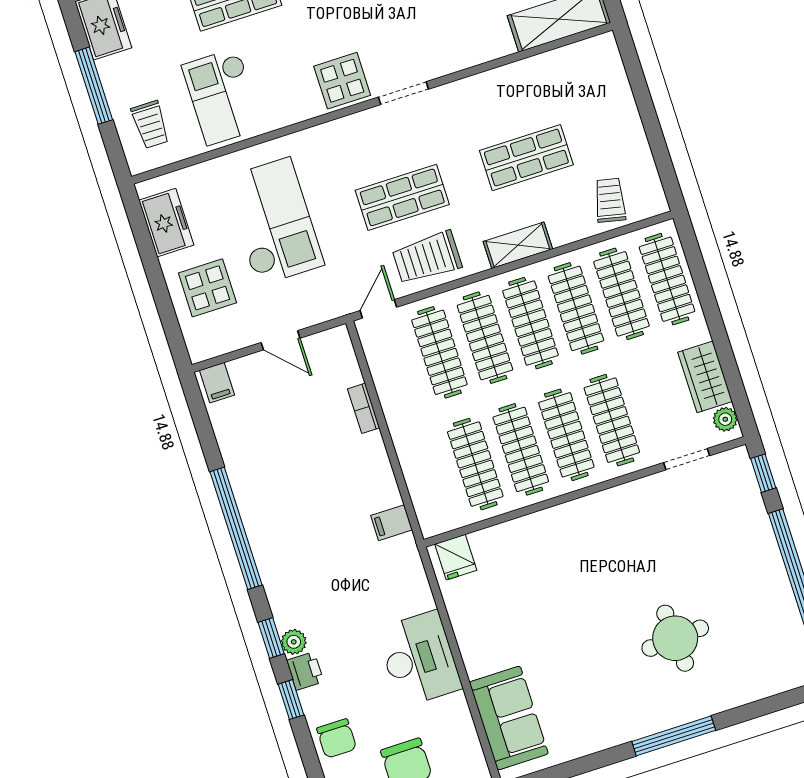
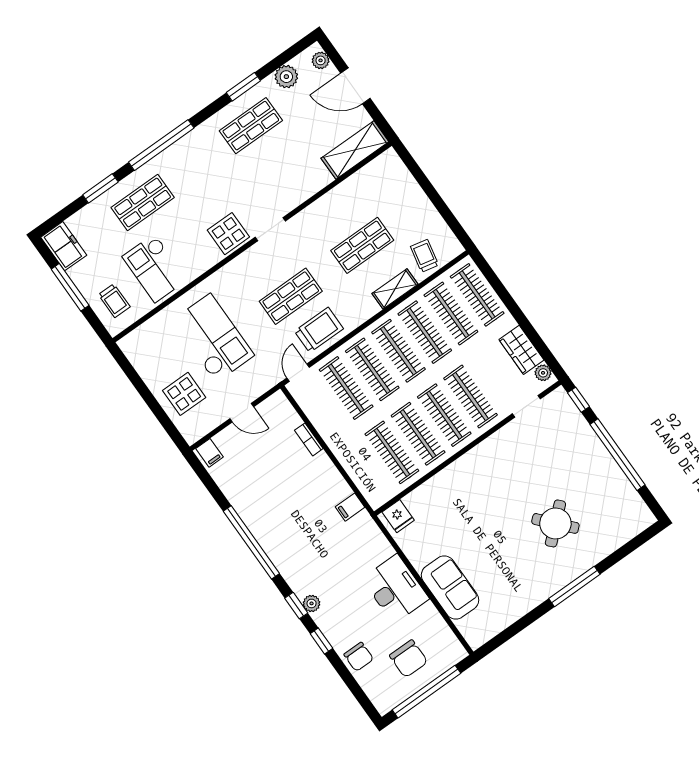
freezer: (166, 223) -> (144, 360), removed
shelving: (518, 245) -> (395, 289), moved
trolley: (427, 258) -> (319, 330), turned 180
round table: (675, 638) -> (555, 523), turned -38
printer: (305, 671) -> (325, 620), removed
sofa: (509, 718) -> (450, 588), moved

